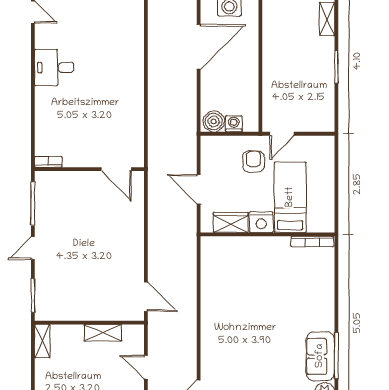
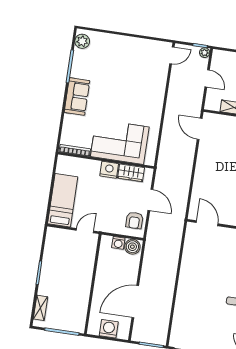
armchair: (253, 161) -> (134, 220), moved
bed: (290, 197) -> (63, 200), moved, turned 180
corner sofa: (253, 263) -> (120, 142), added
sofa: (320, 356) -> (77, 96), moved

